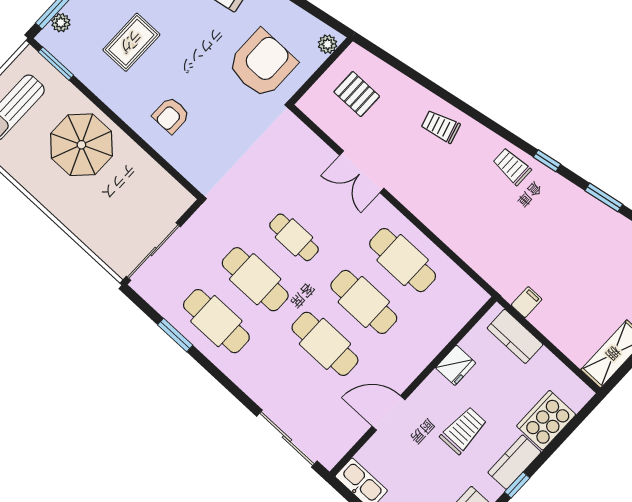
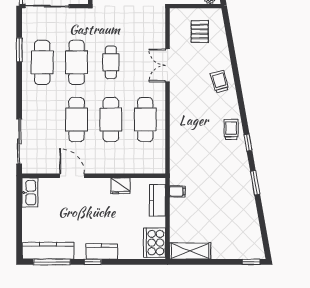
cooker: (546, 420) -> (155, 243), moved, turned -90
trolley: (463, 430) -> (95, 216), removed

